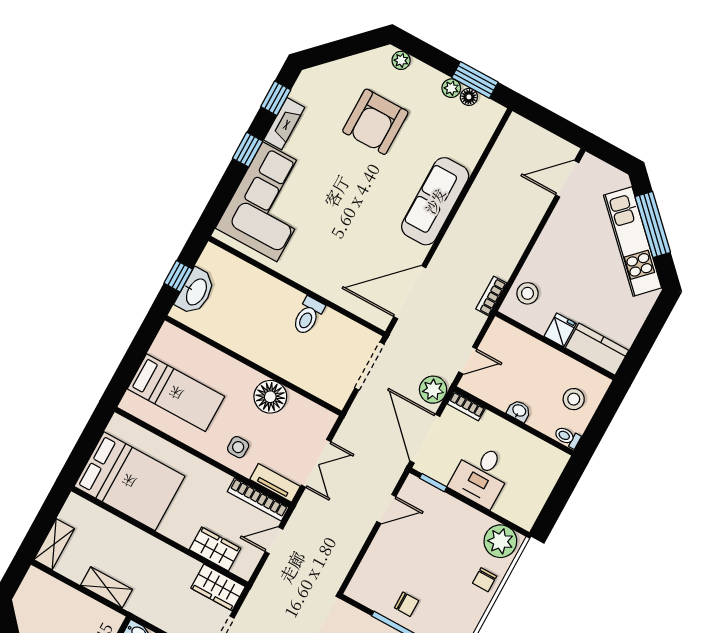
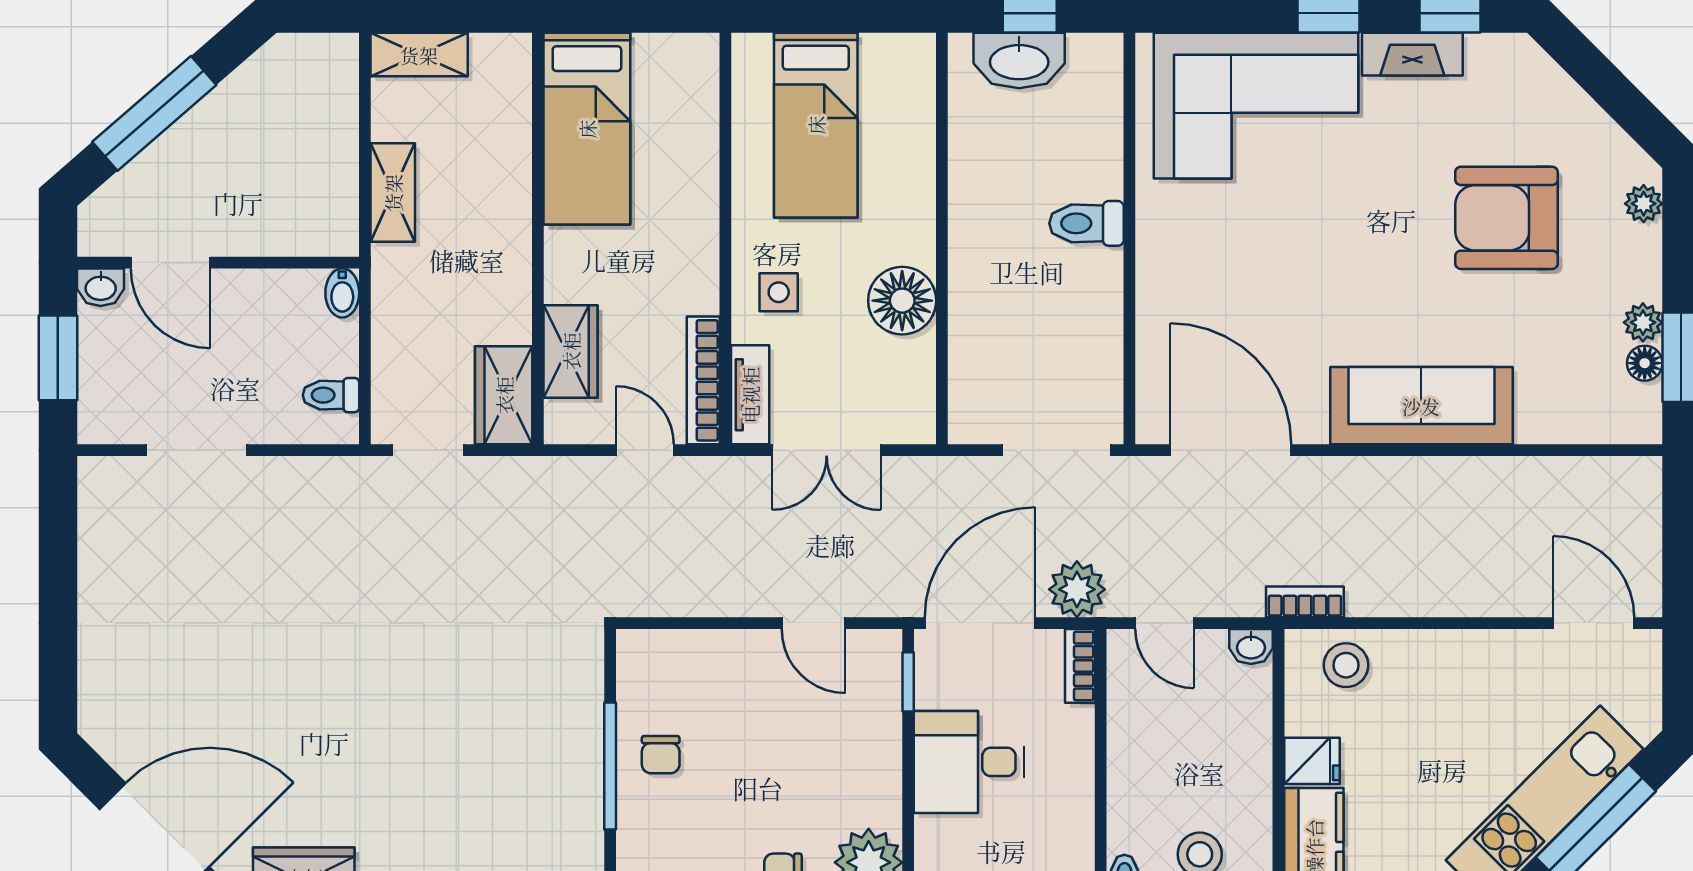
toilet: (308, 316) -> (1087, 223), moved
washbasin: (519, 411) -> (1251, 647), moved, turned 90
bed: (129, 481) -> (587, 129), width x0.67

